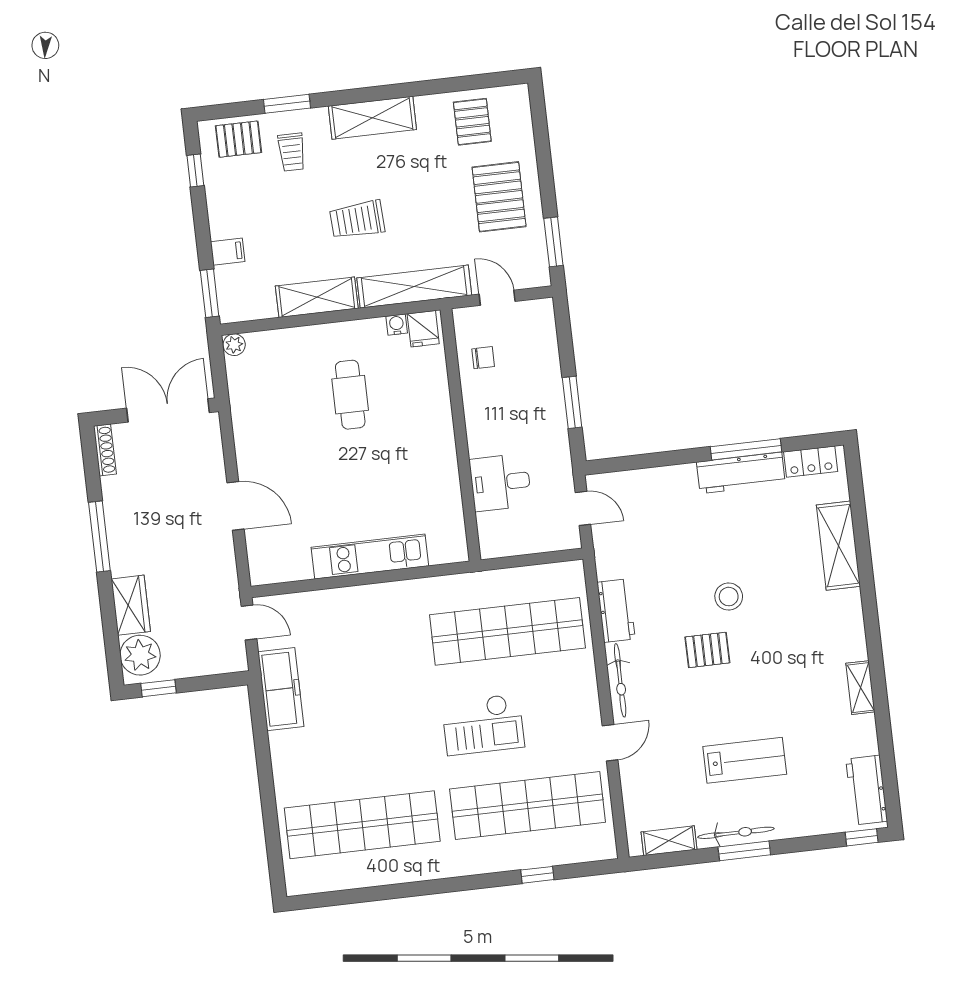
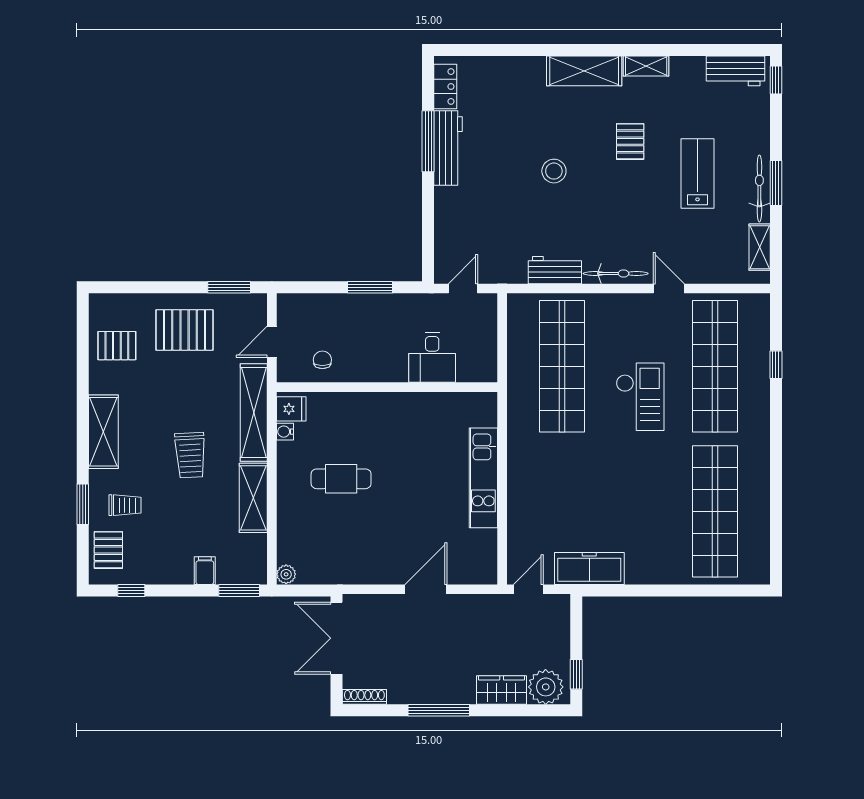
shelving: (838, 546) -> (584, 71), moved
pallet: (707, 650) -> (630, 141), moved

